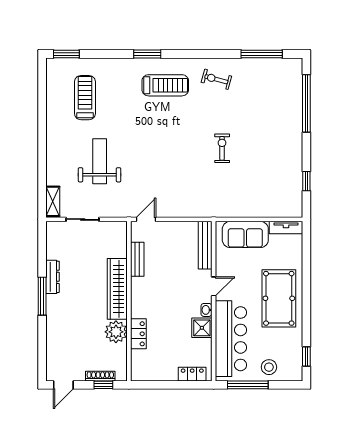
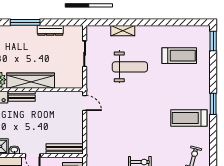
treadmill: (165, 85) -> (189, 118), turned 90
shelving: (53, 201) -> (123, 31), moved
bench: (137, 259) -> (22, 96), moved
dresser: (52, 277) -> (50, 30), moved

